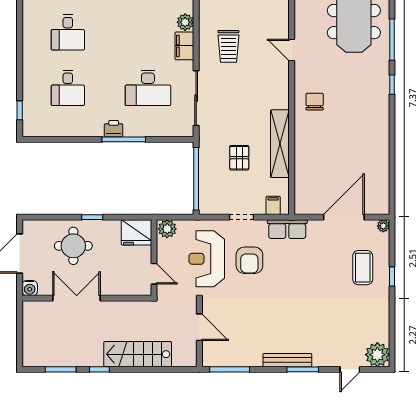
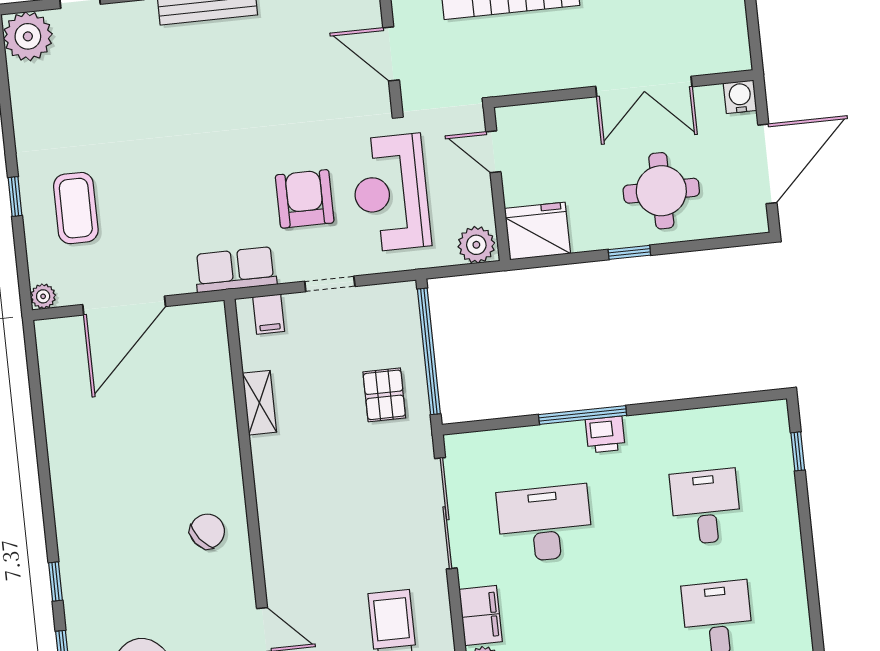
chair: (315, 102) -> (207, 531), turned -128
shelving: (280, 144) -> (259, 403), width x0.45, depth x0.75
pallet: (239, 158) -> (384, 395), moved
reception desk: (207, 259) -> (391, 193), turned 180

